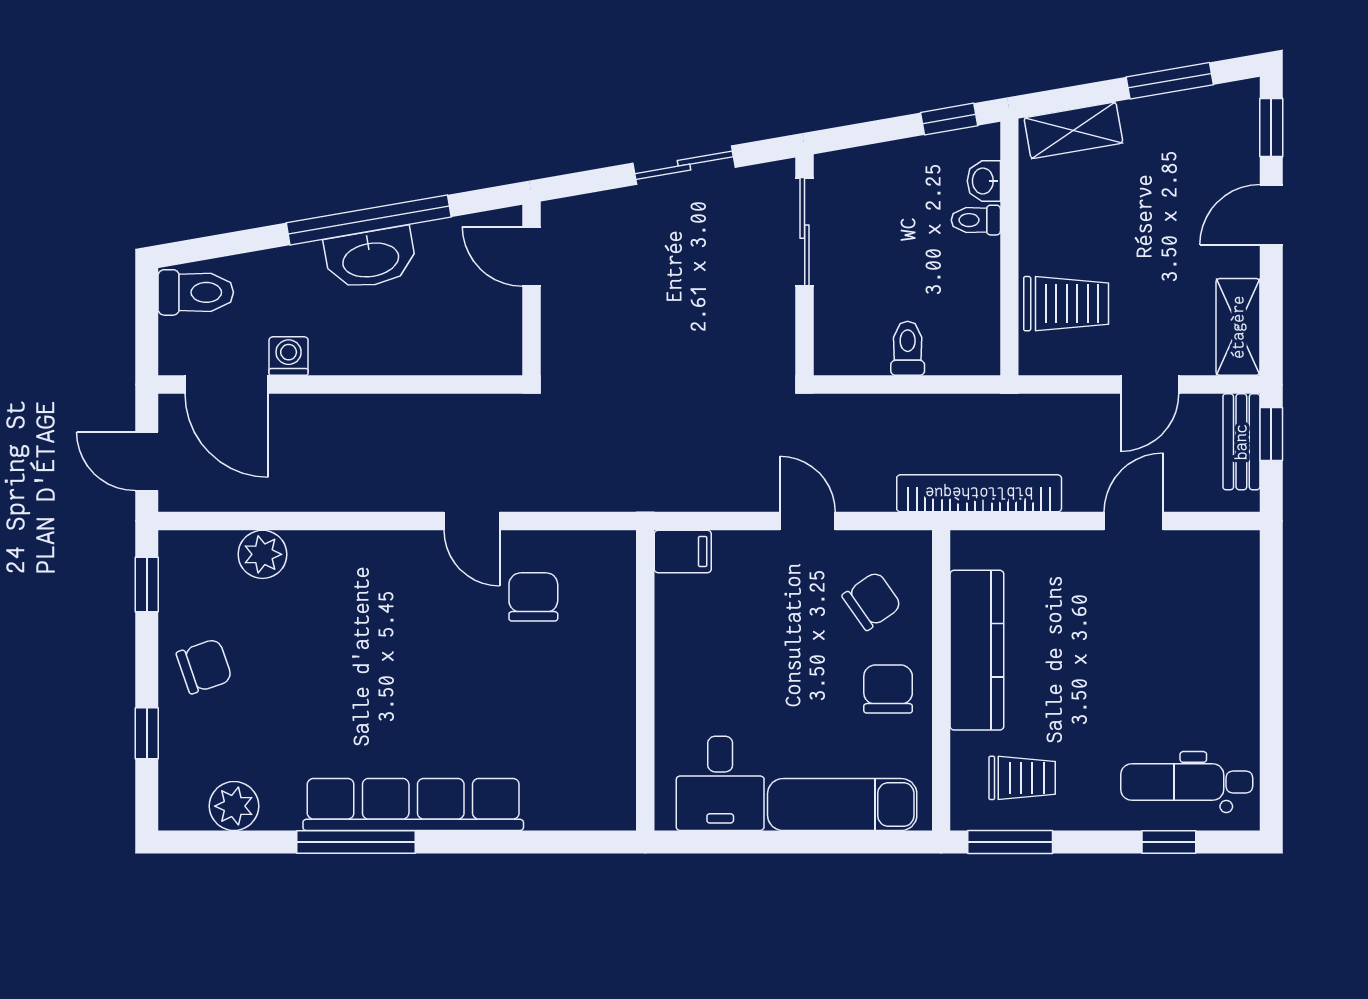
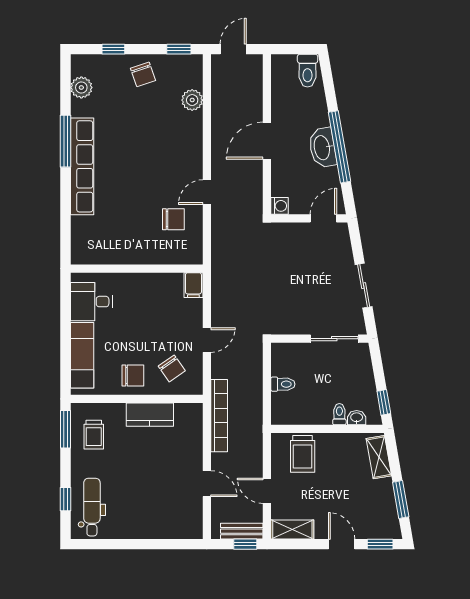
washing machine: (289, 356) -> (280, 206), moved
door: (227, 385) -> (267, 141), moved
kitchen counter: (977, 650) -> (150, 415), width x0.67

